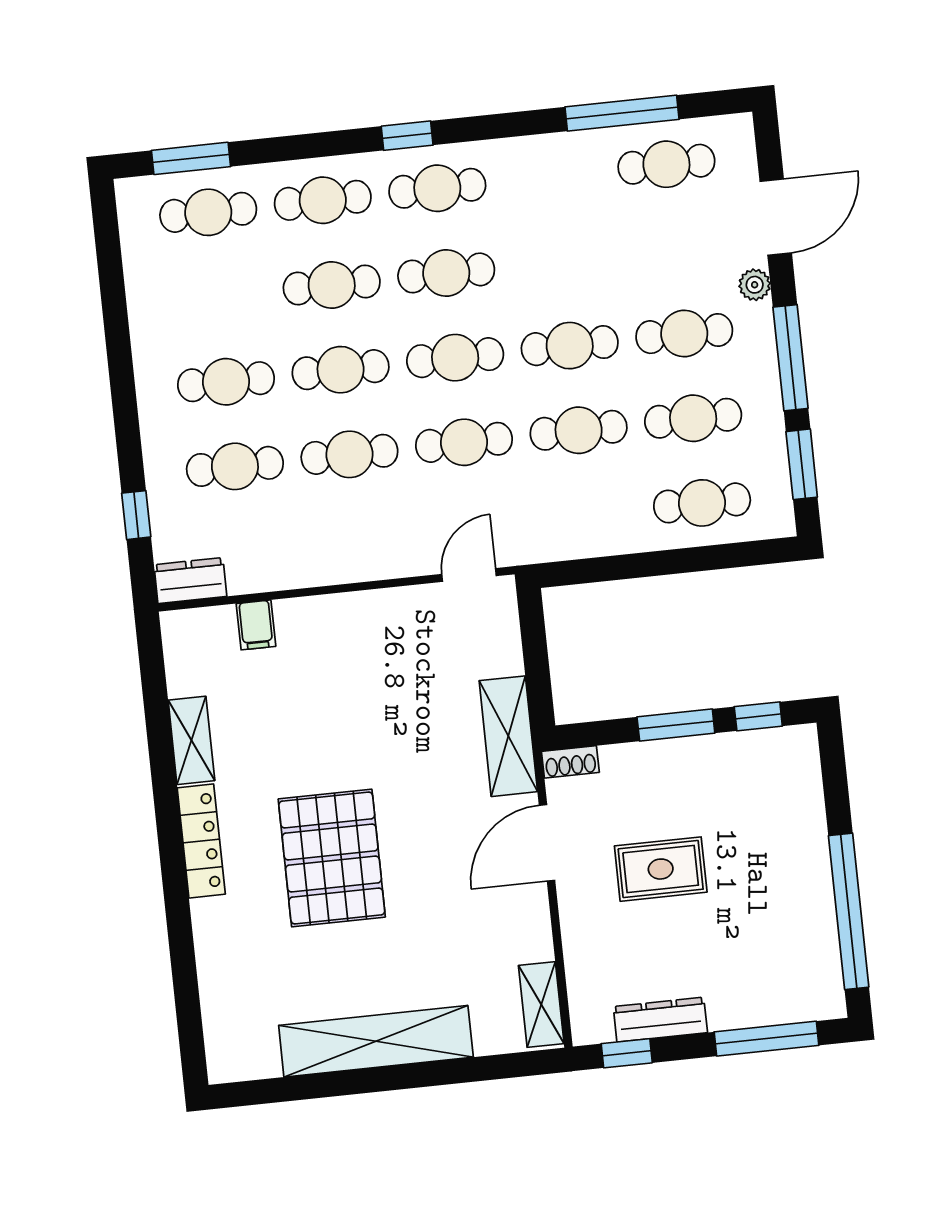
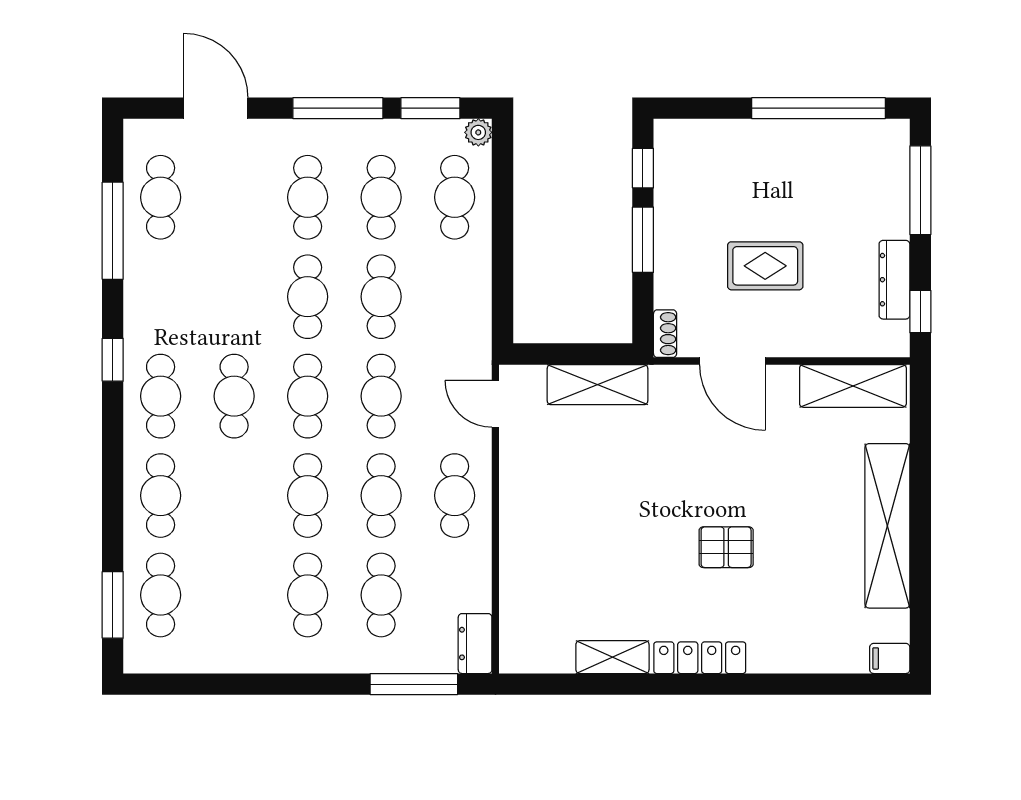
window: (407, 136) -> (113, 360), moved
cafe table: (332, 285) -> (455, 496), moved
plant: (755, 285) -> (478, 132), moved
window: (136, 515) -> (414, 684), width x2.17
filing cabinet: (256, 625) -> (890, 658), moved, turned 180
shelving: (508, 736) -> (597, 385), moved
pallet: (332, 858) -> (726, 547), width x0.49, depth x0.50
rug: (661, 869) -> (765, 266), turned 90
shelving: (541, 1004) -> (853, 386), width x1.50, depth x1.33

